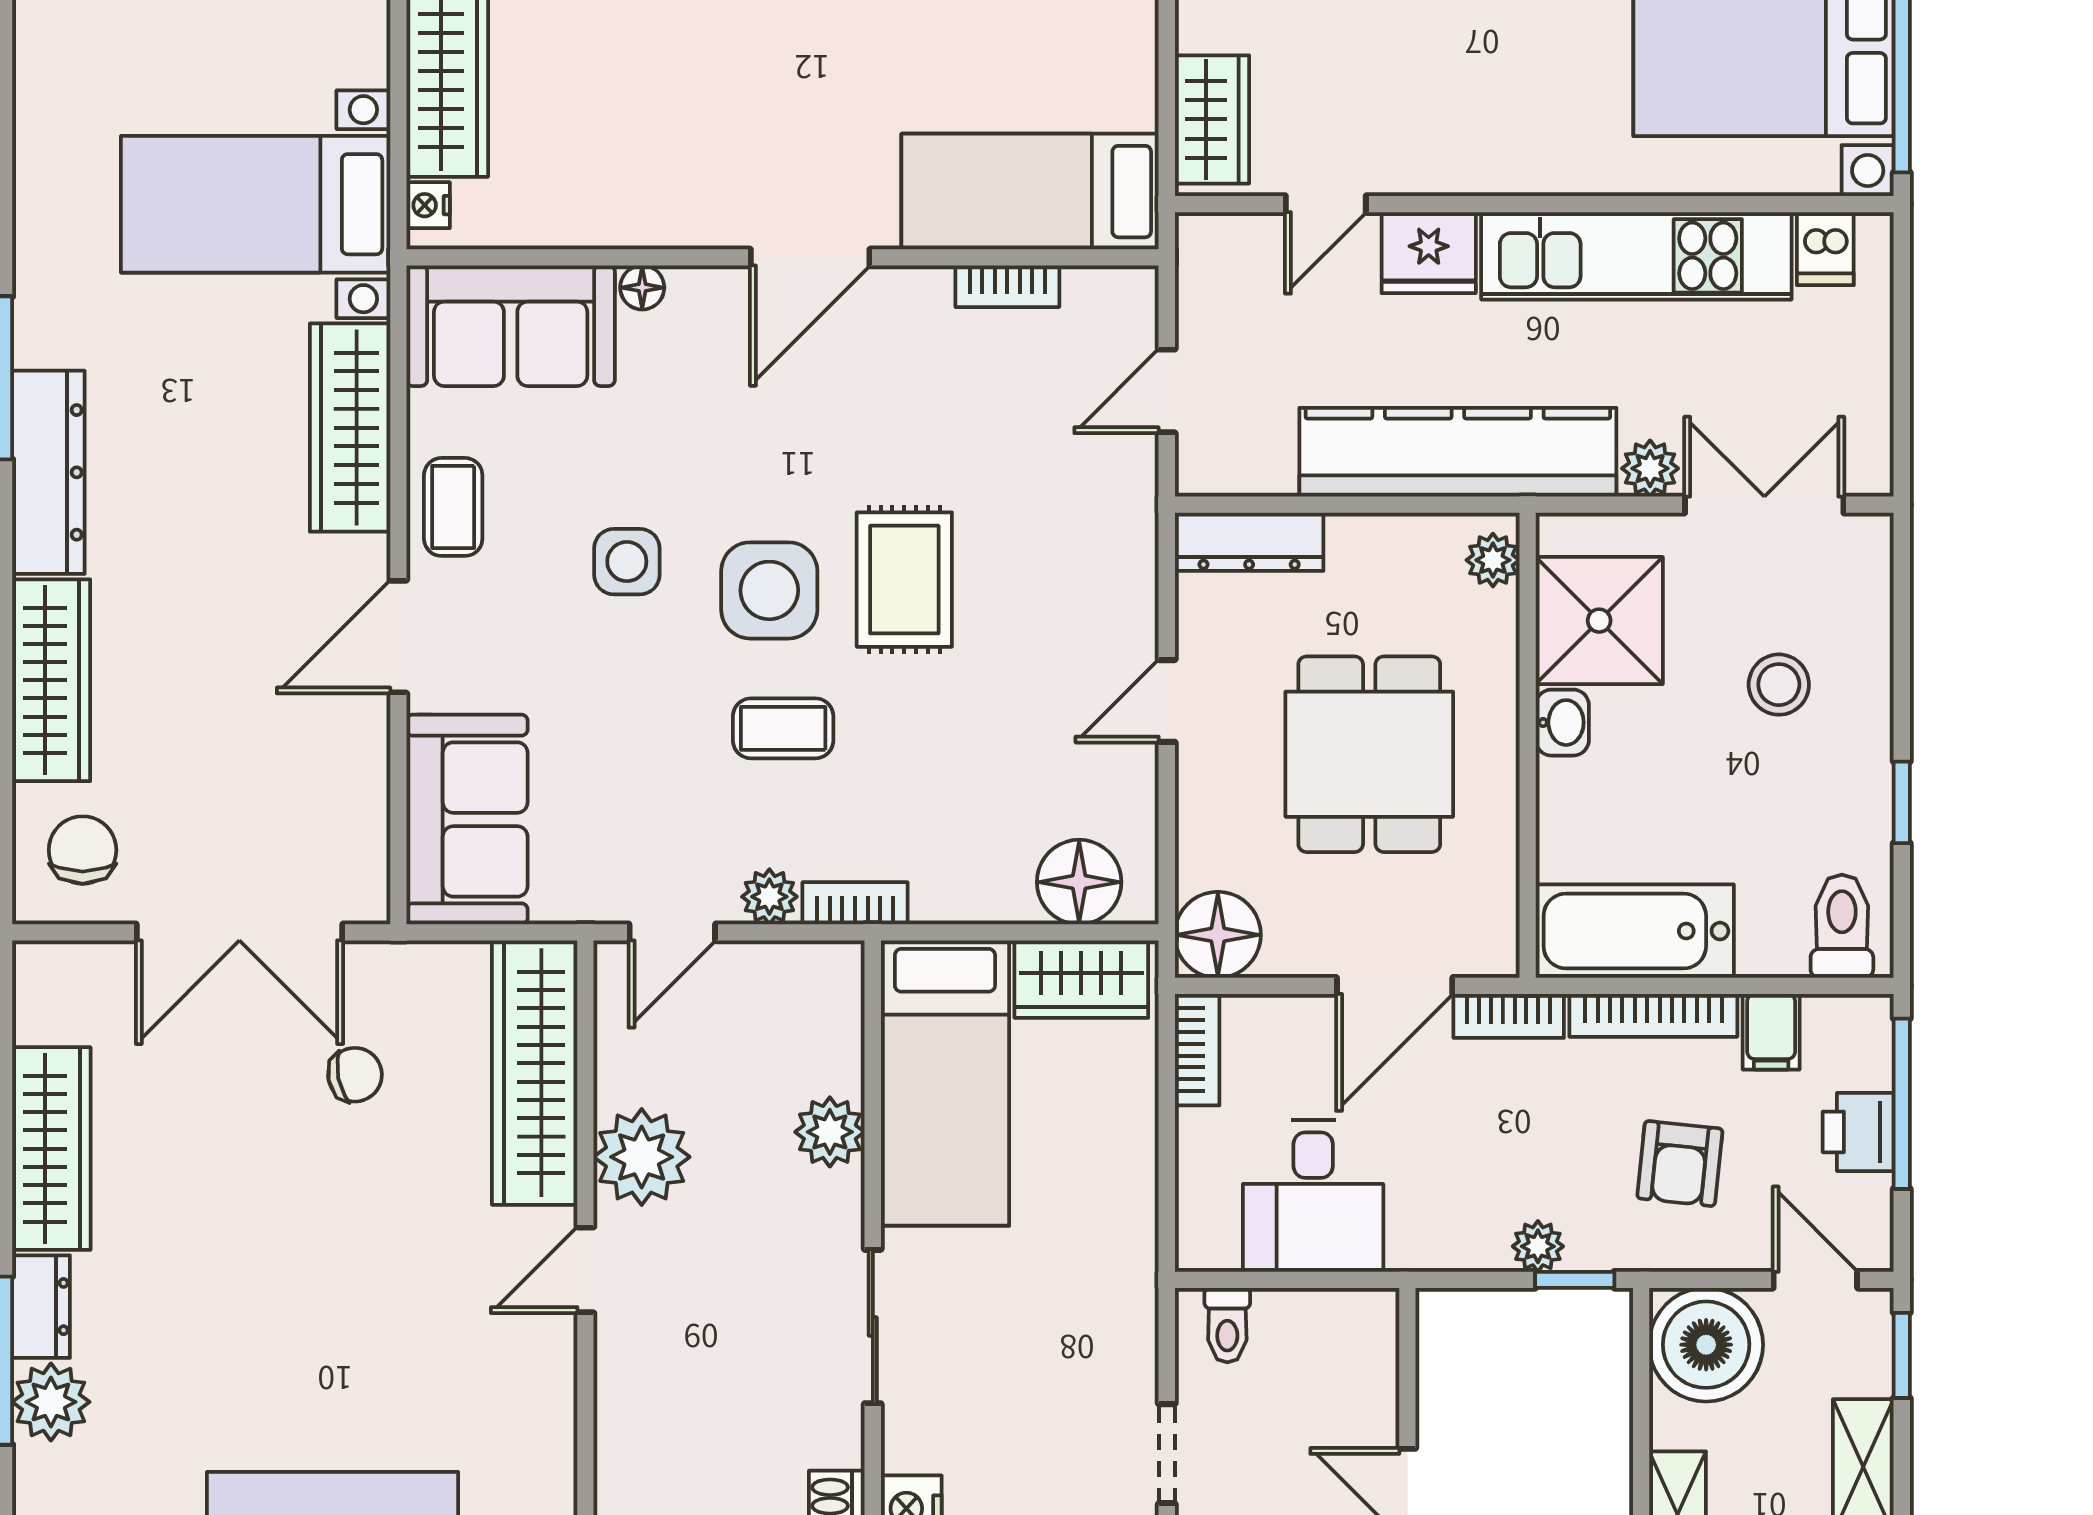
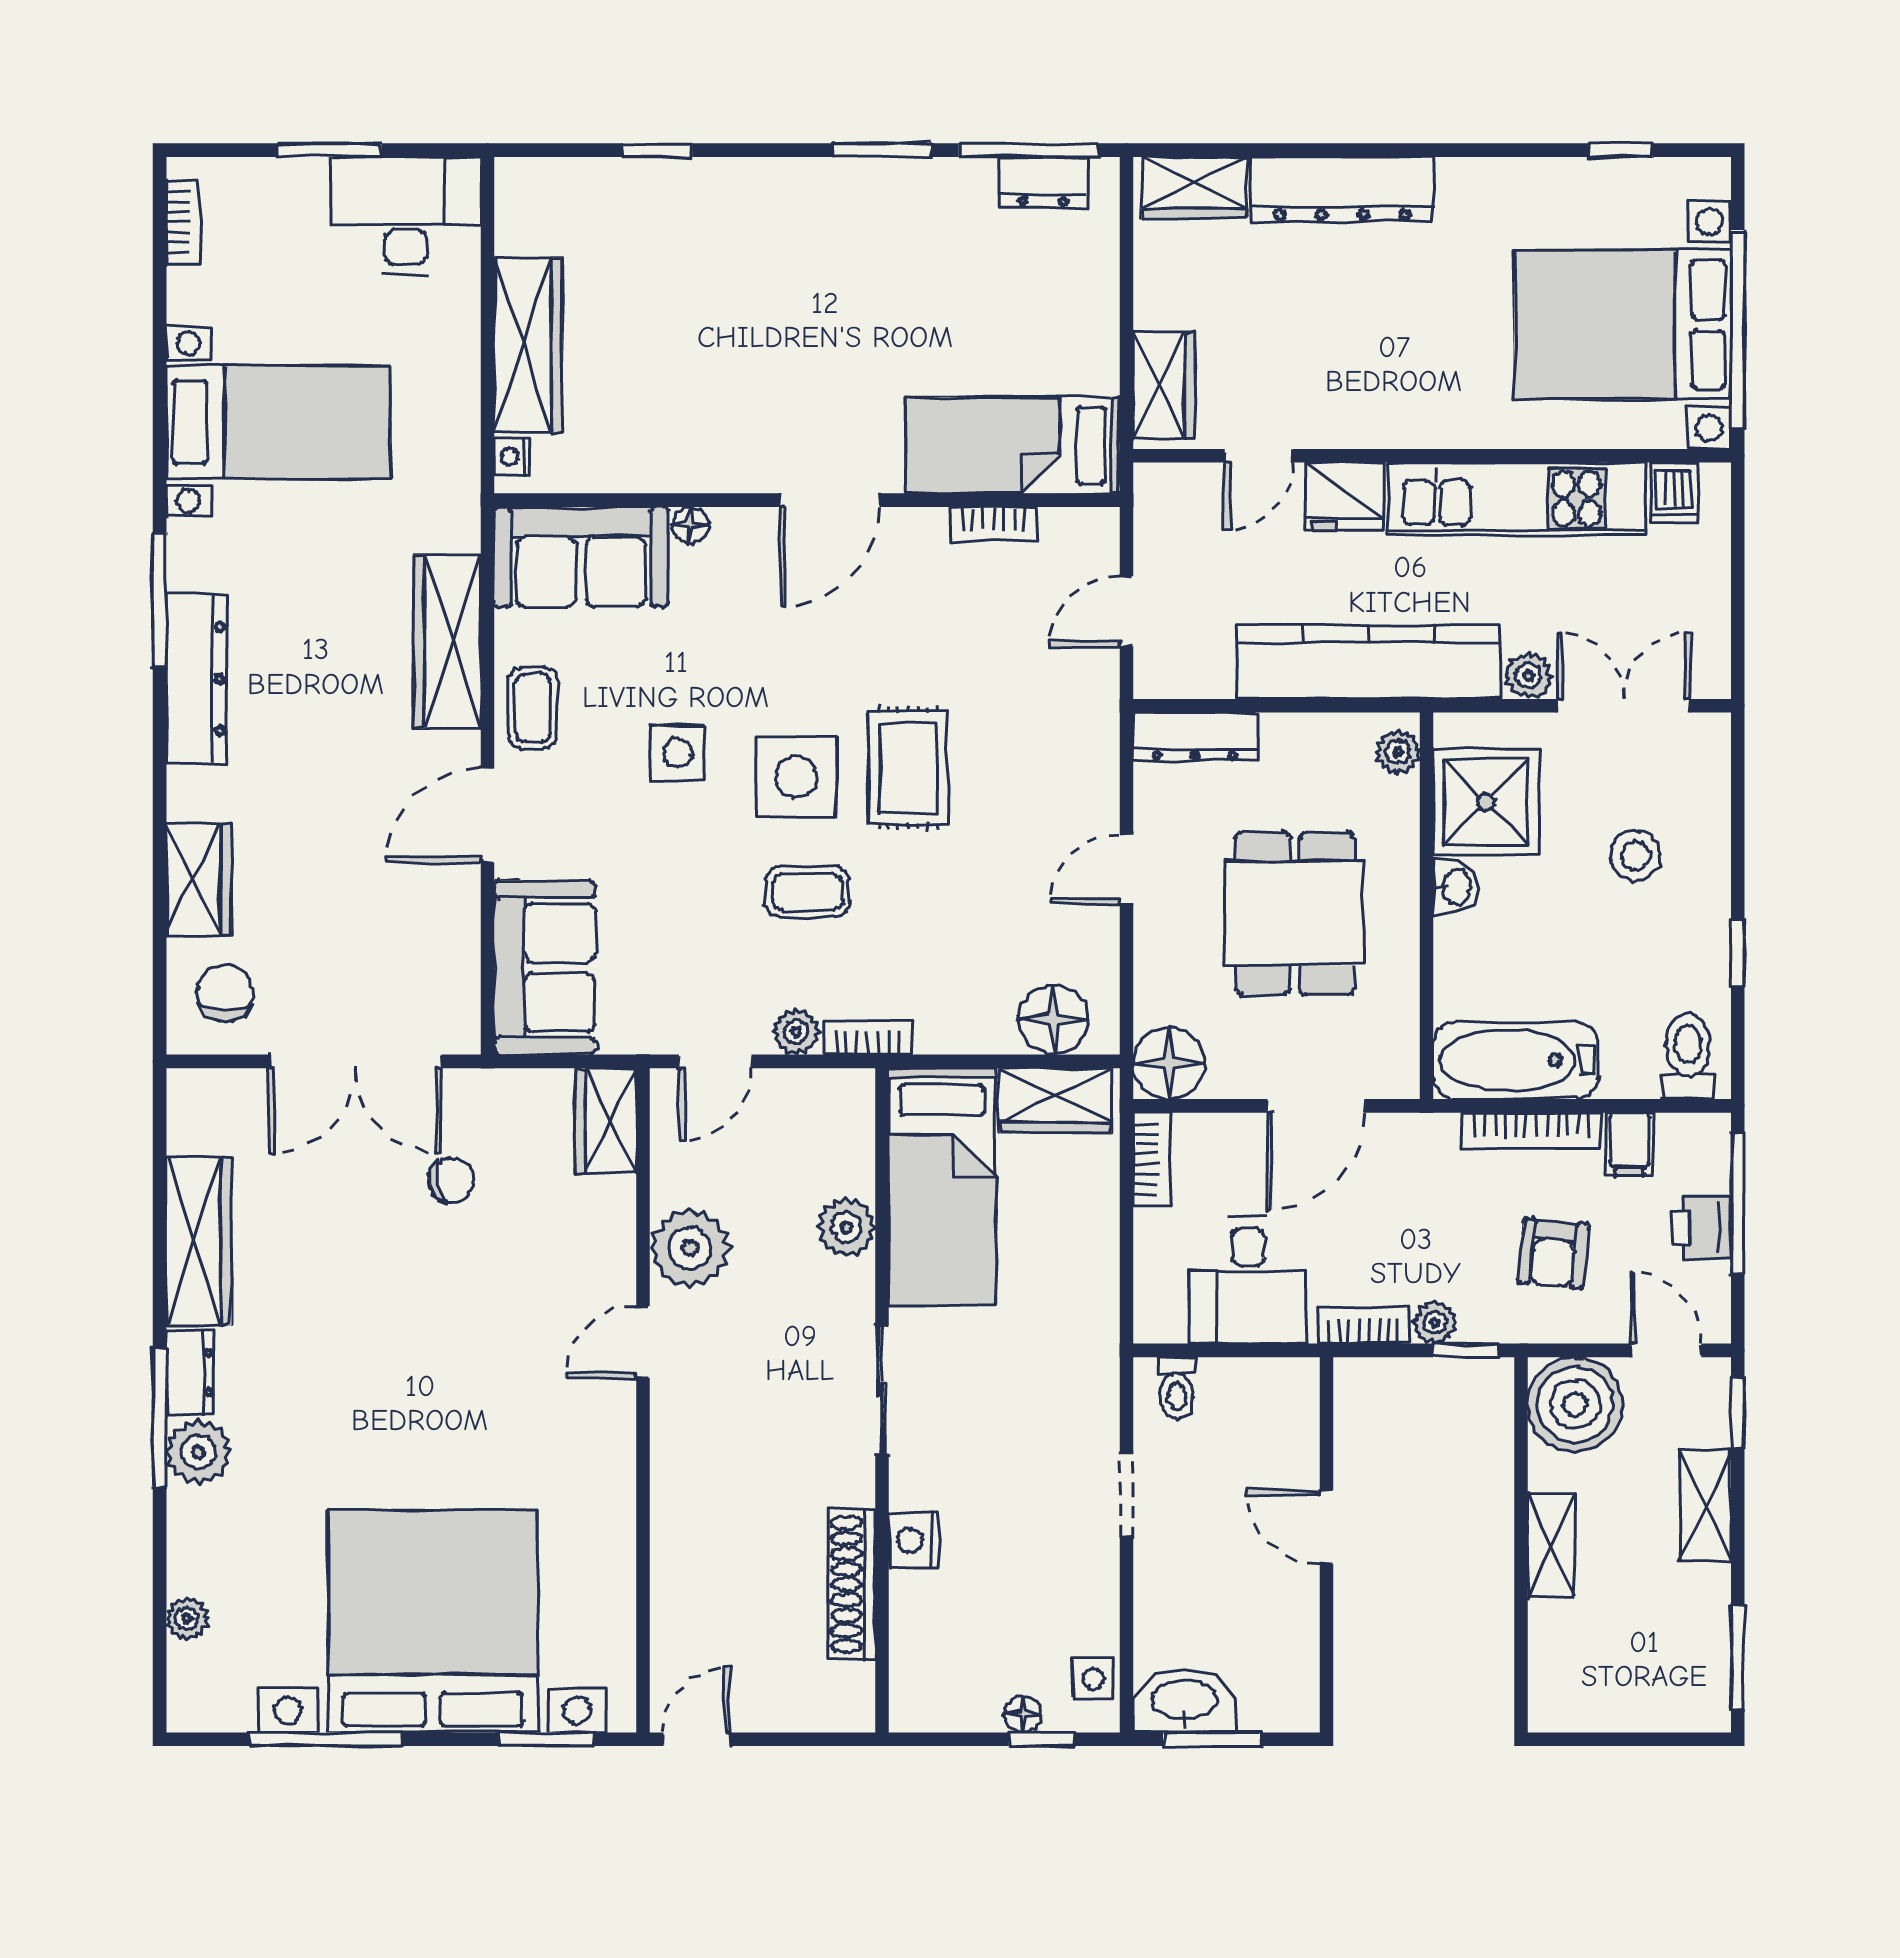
bed with nightstands: (256, 204) -> (278, 422), moved, turned 180
wardrobe: (51, 680) -> (199, 880), width x0.67
bookcase: (1509, 1016) -> (1364, 1325), moved, turned 180
wardrobe: (535, 1073) -> (606, 1120), width x0.48, depth x0.85

